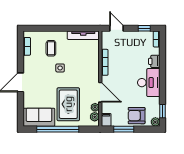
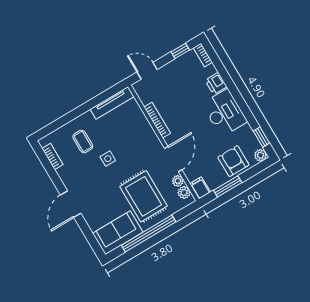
door: (100, 92) -> (173, 159), hinge flipped
armchair: (137, 116) -> (233, 161), turned 90

